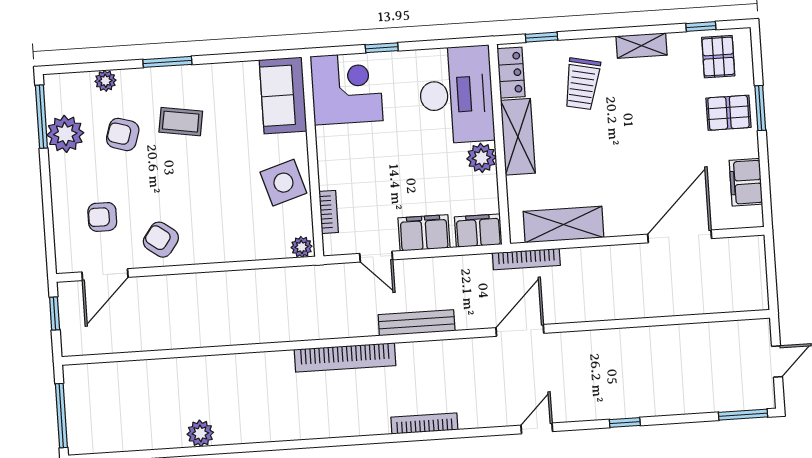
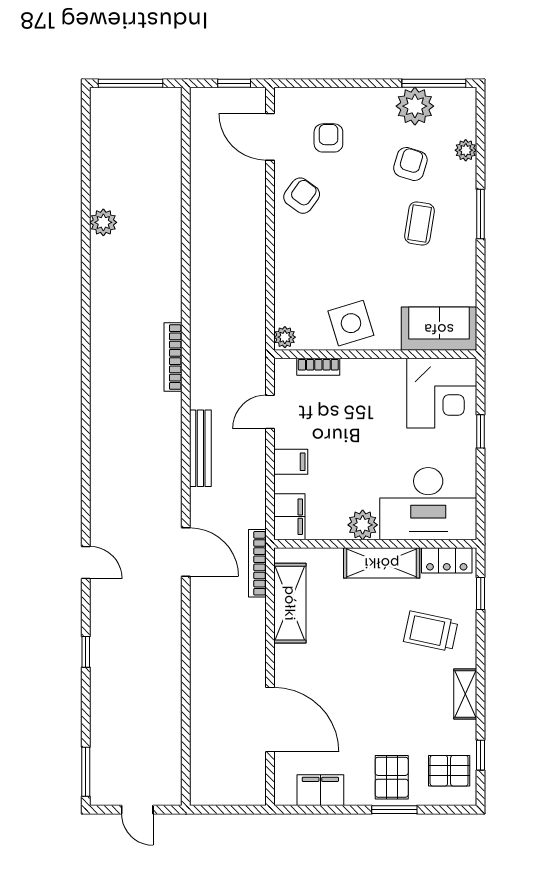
filing cabinet: (424, 233) -> (291, 462), width x0.50
bookcase: (345, 357) -> (173, 357), width x0.68, depth x0.76
bookcase: (424, 423) -> (98, 449), removed

